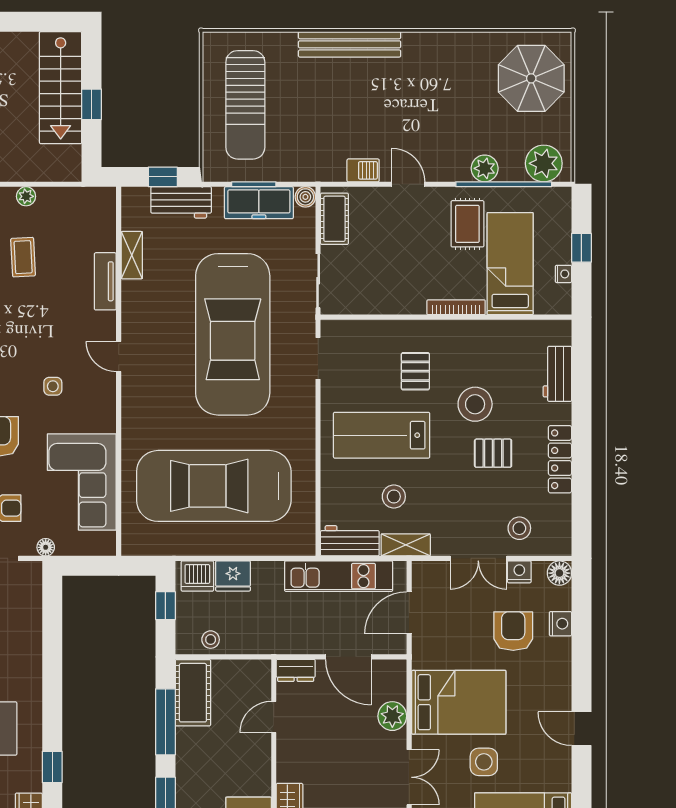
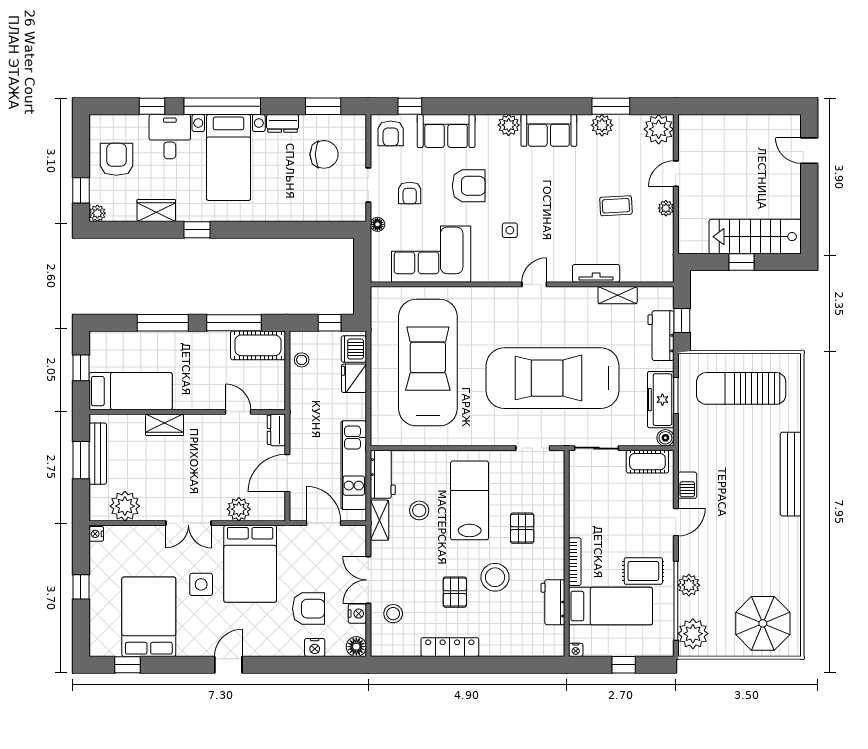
nightstand: (563, 274) -> (576, 650), moved
pallet: (415, 371) -> (522, 528), turned 90
workbench: (557, 374) -> (553, 602), moved, turned -90

